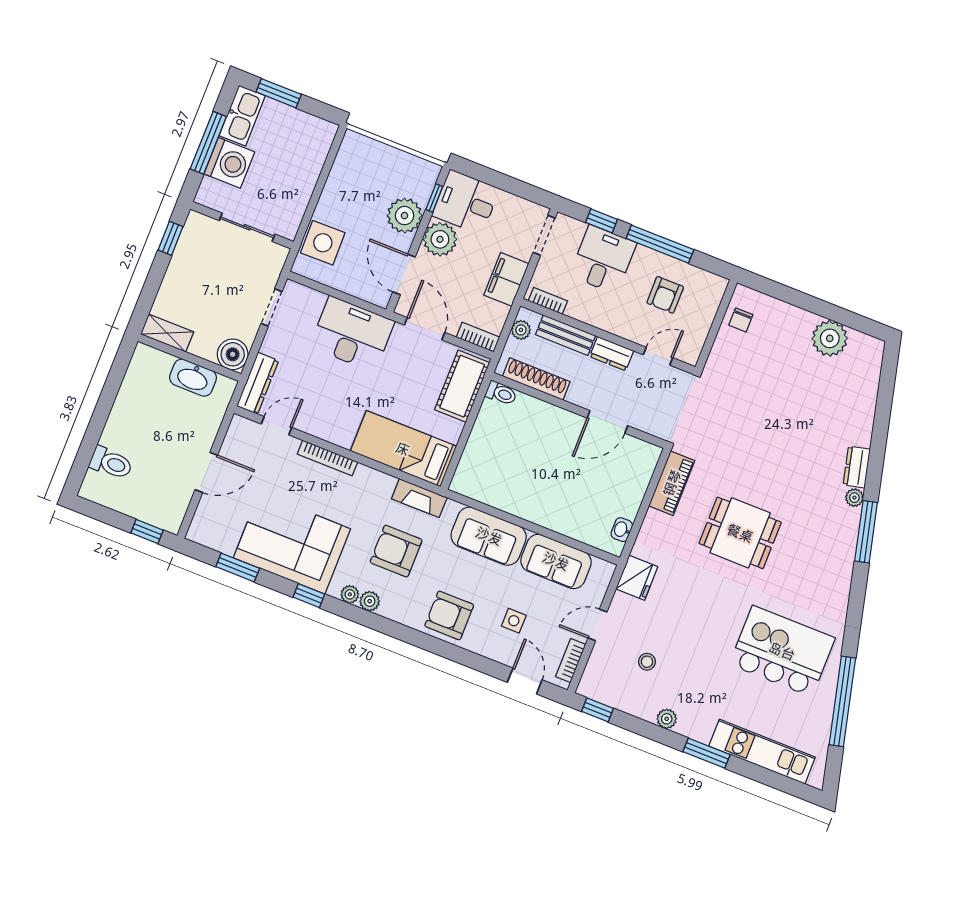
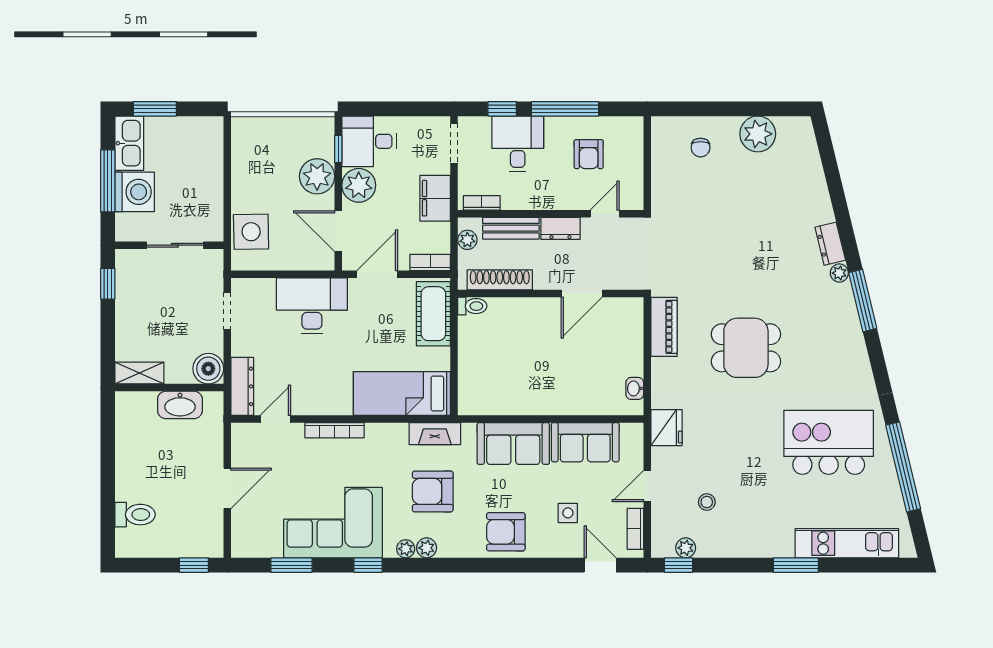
chair: (741, 320) -> (701, 148), moved
door: (425, 329) -> (377, 274), hinge flipped
plant: (667, 719) -> (686, 548), moved

